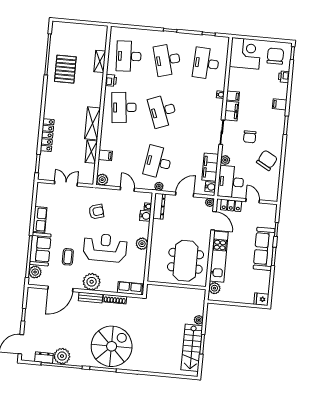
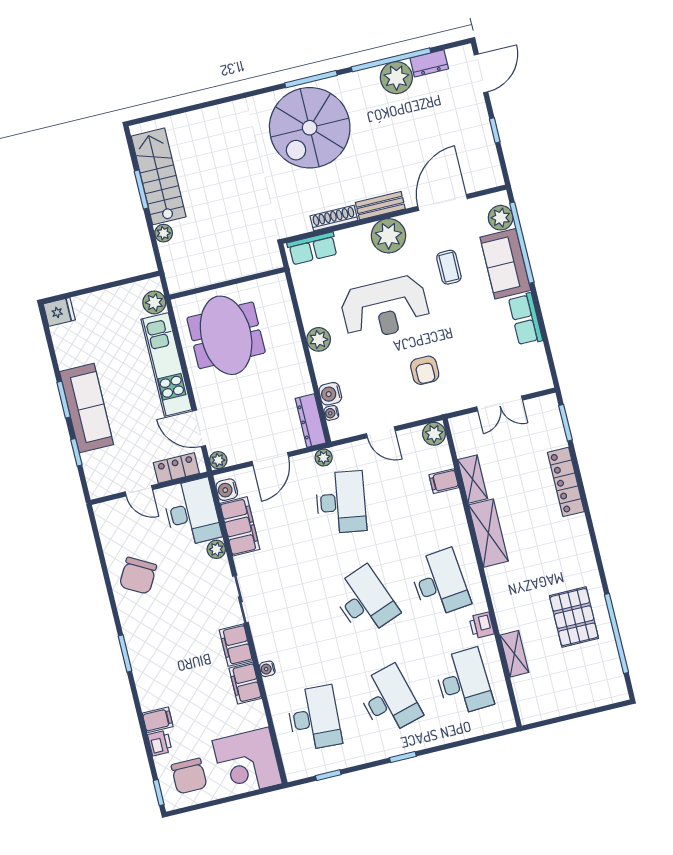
filing cabinet: (233, 96) -> (245, 683), width x2.00
filing cabinet: (280, 104) -> (158, 720), moved
chair: (250, 137) -> (185, 609), removed
armchair: (96, 212) -> (425, 370), turned -74

